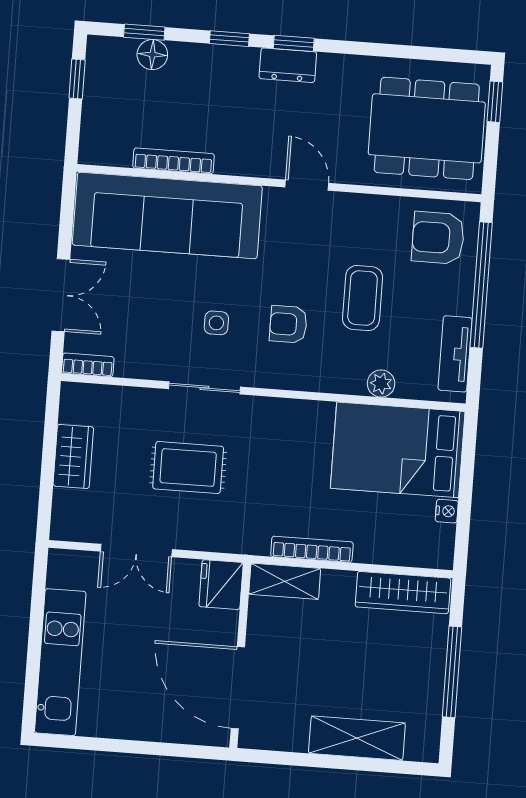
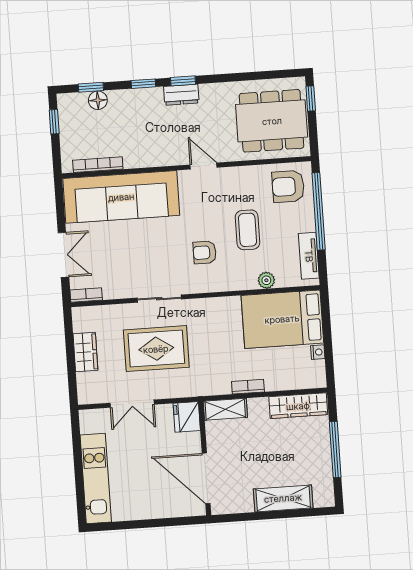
bookcase: (174, 161) -> (98, 165), moved
side table: (216, 323) -> (161, 258), removed
rug: (188, 468) -> (156, 349), width x1.36, depth x1.43
bookcase: (312, 549) -> (248, 387), width x0.64

